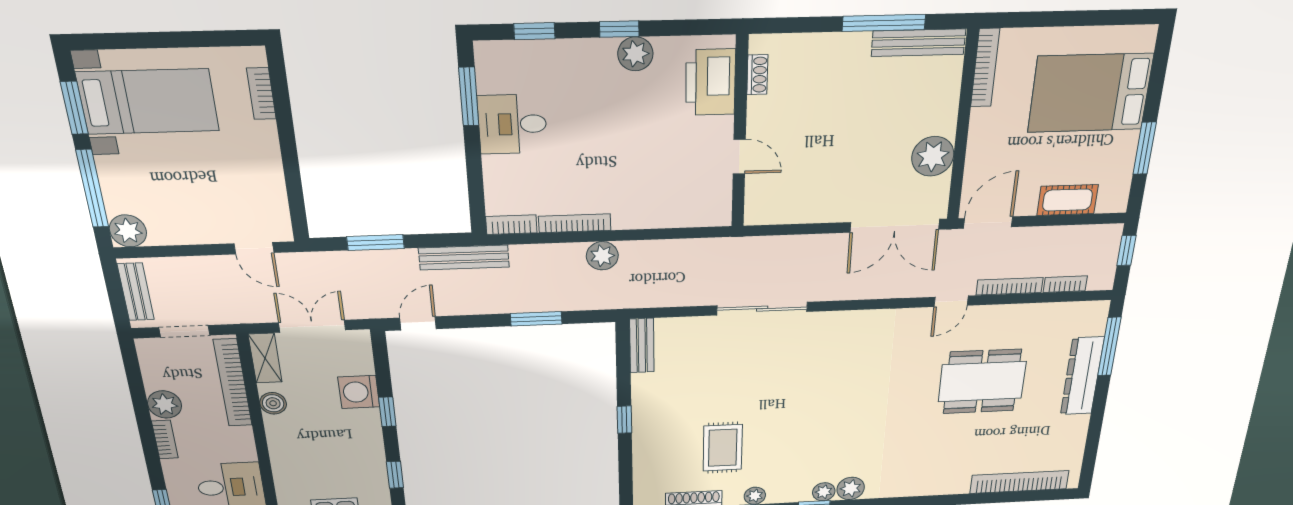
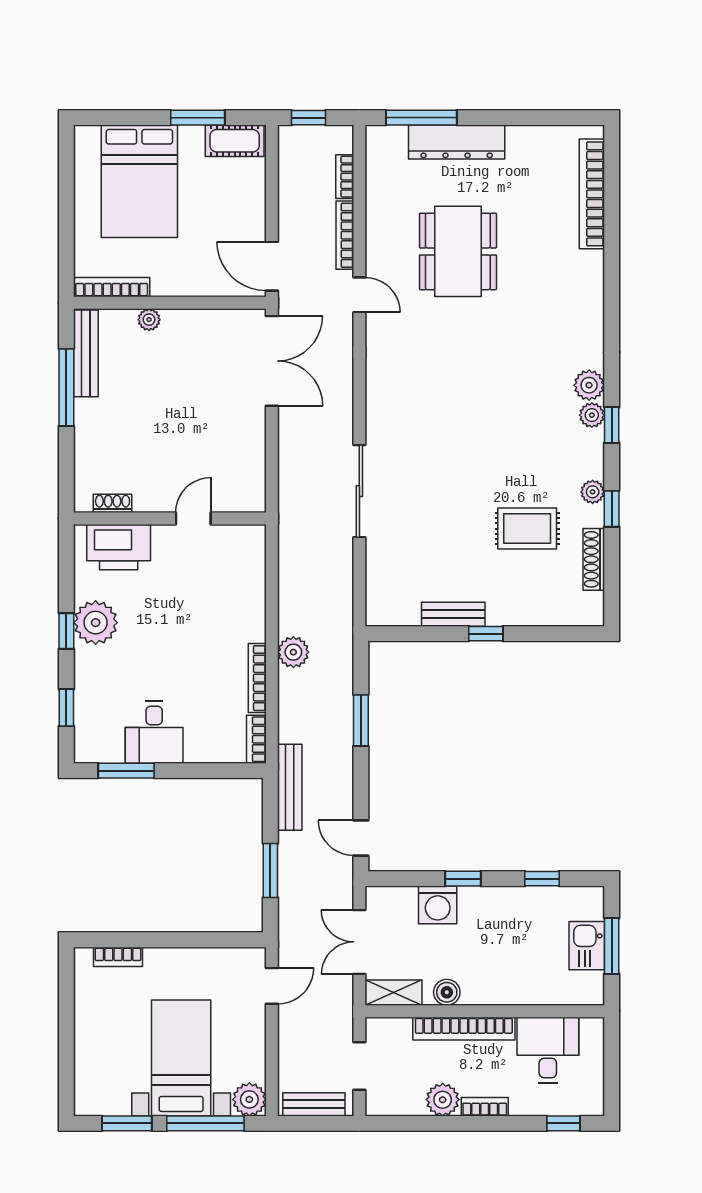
plant: (635, 54) -> (96, 623), width x1.36, depth x1.36
bed with nightstands: (148, 102) -> (181, 1058), moved
plant: (933, 156) -> (149, 320), moved, width x0.53, depth x0.53
cot: (1068, 200) -> (235, 141), moved, turned 90
bench: (642, 346) -> (453, 614), moved
bookcase: (233, 383) -> (464, 1029), moved

